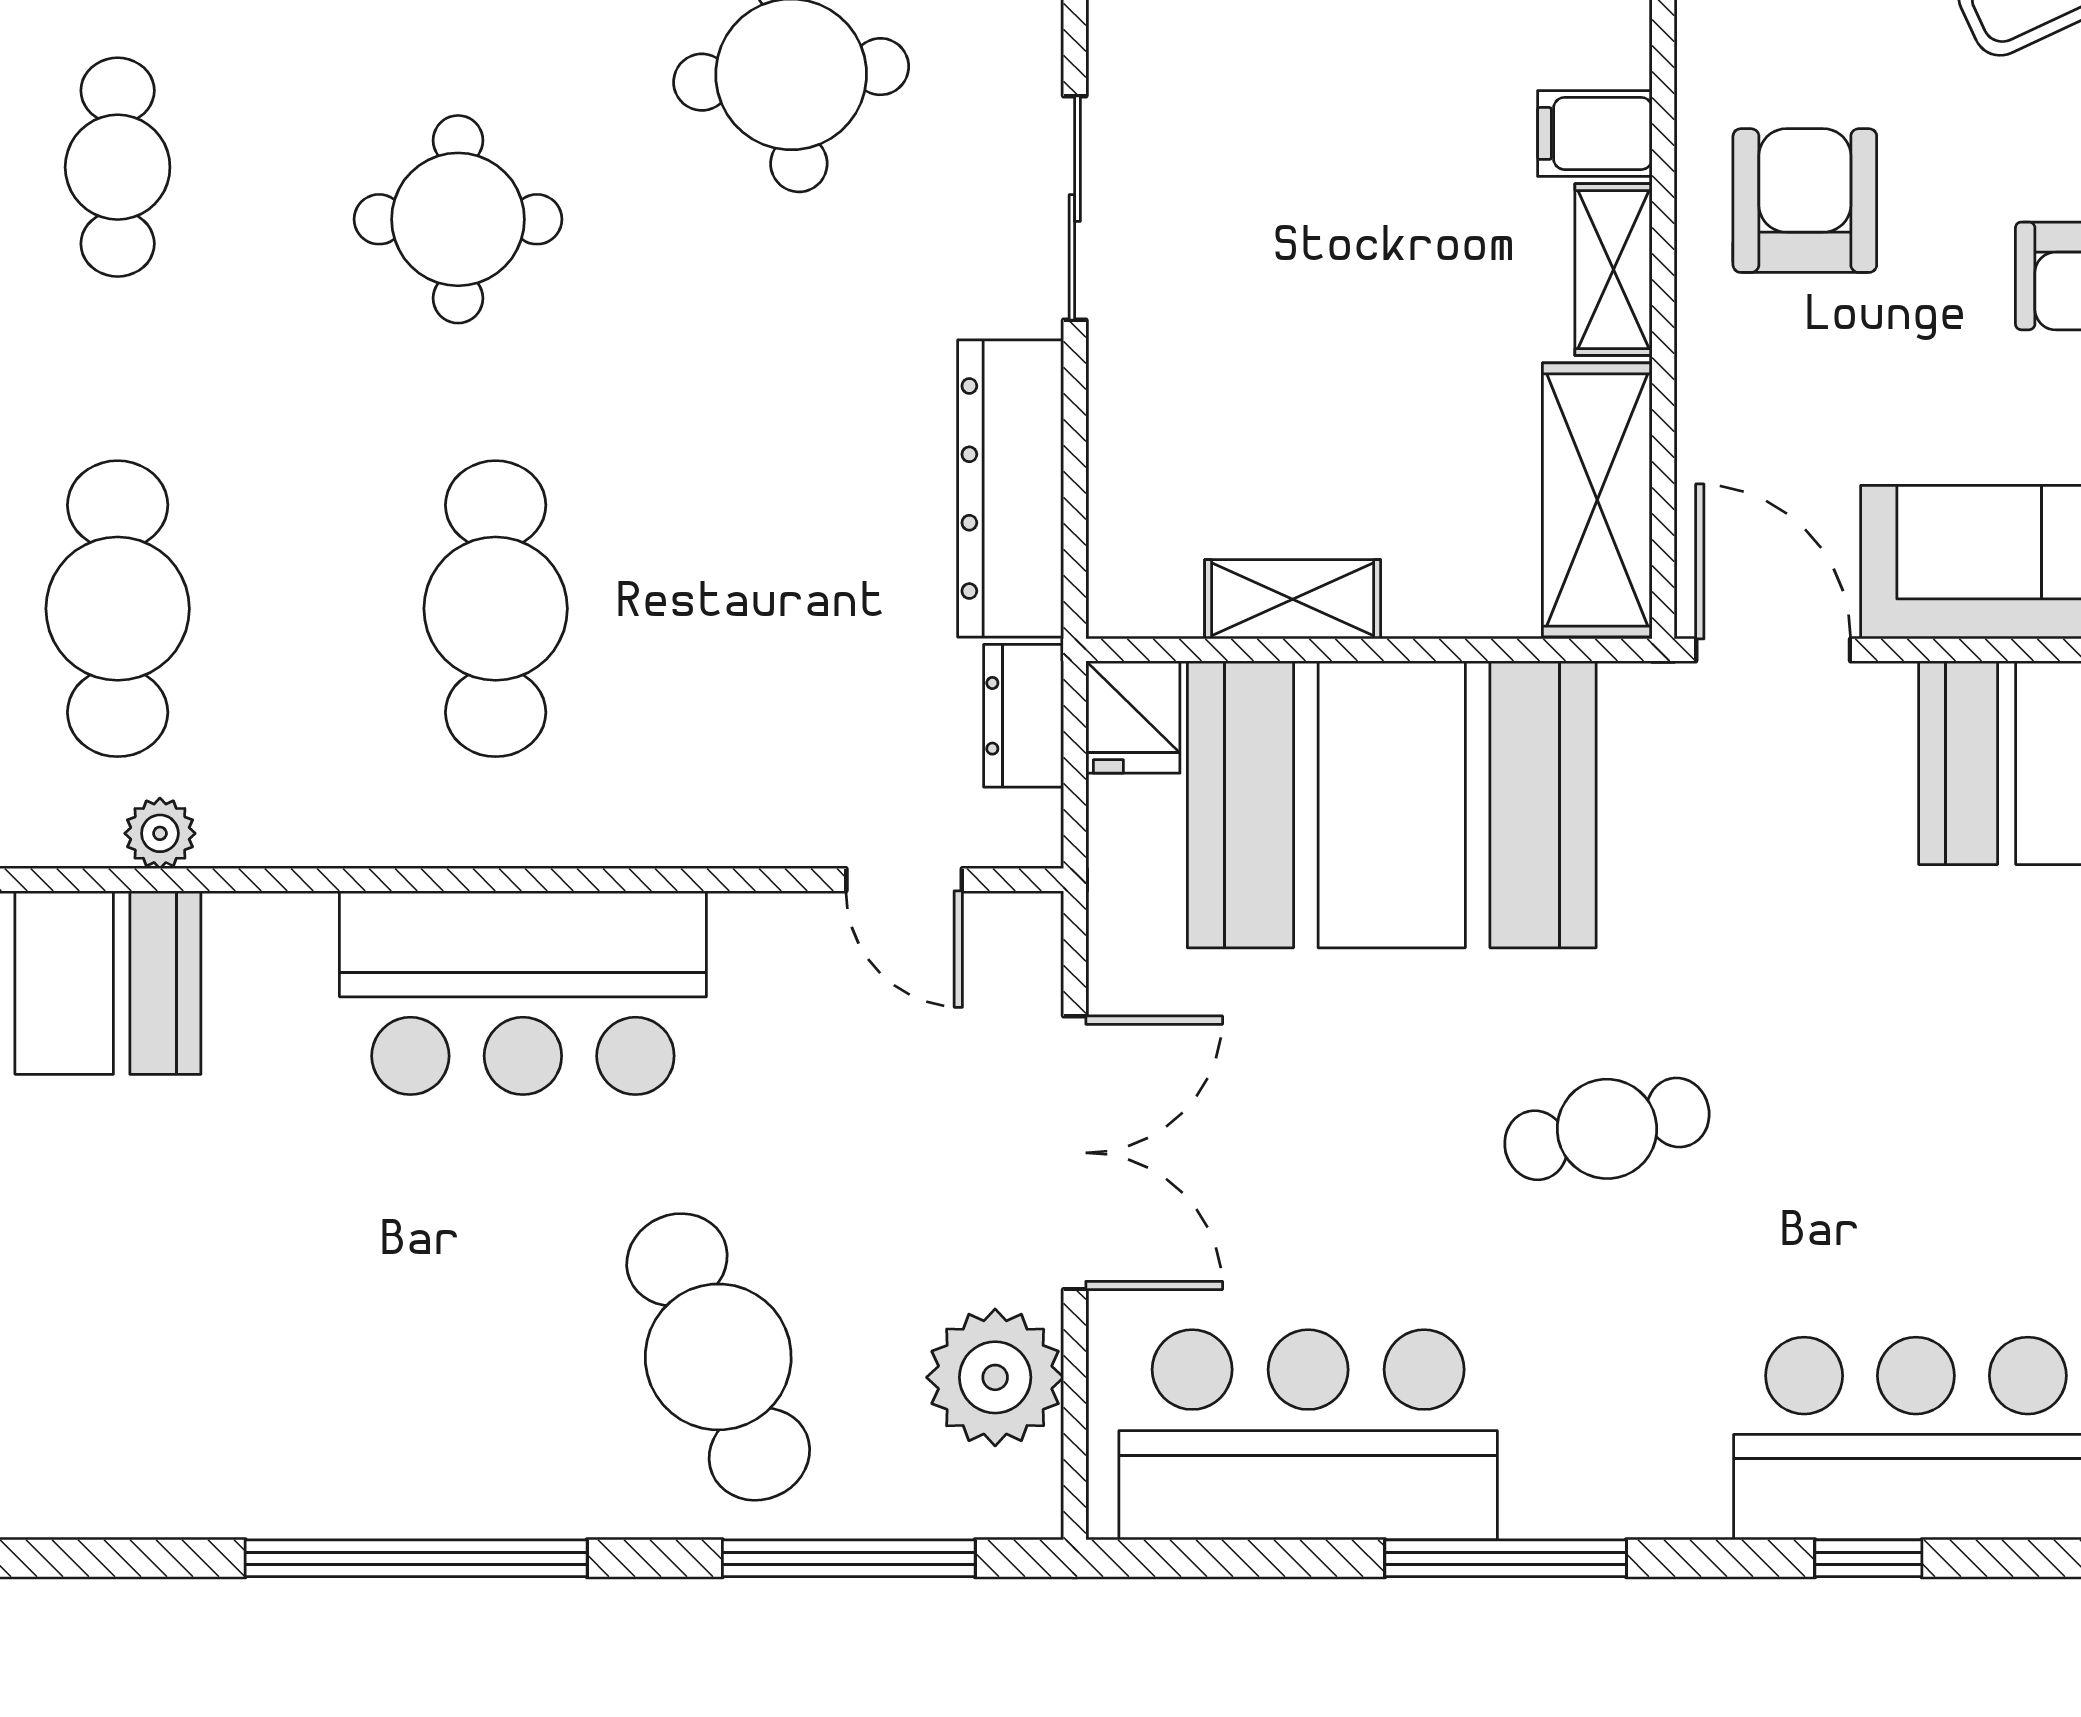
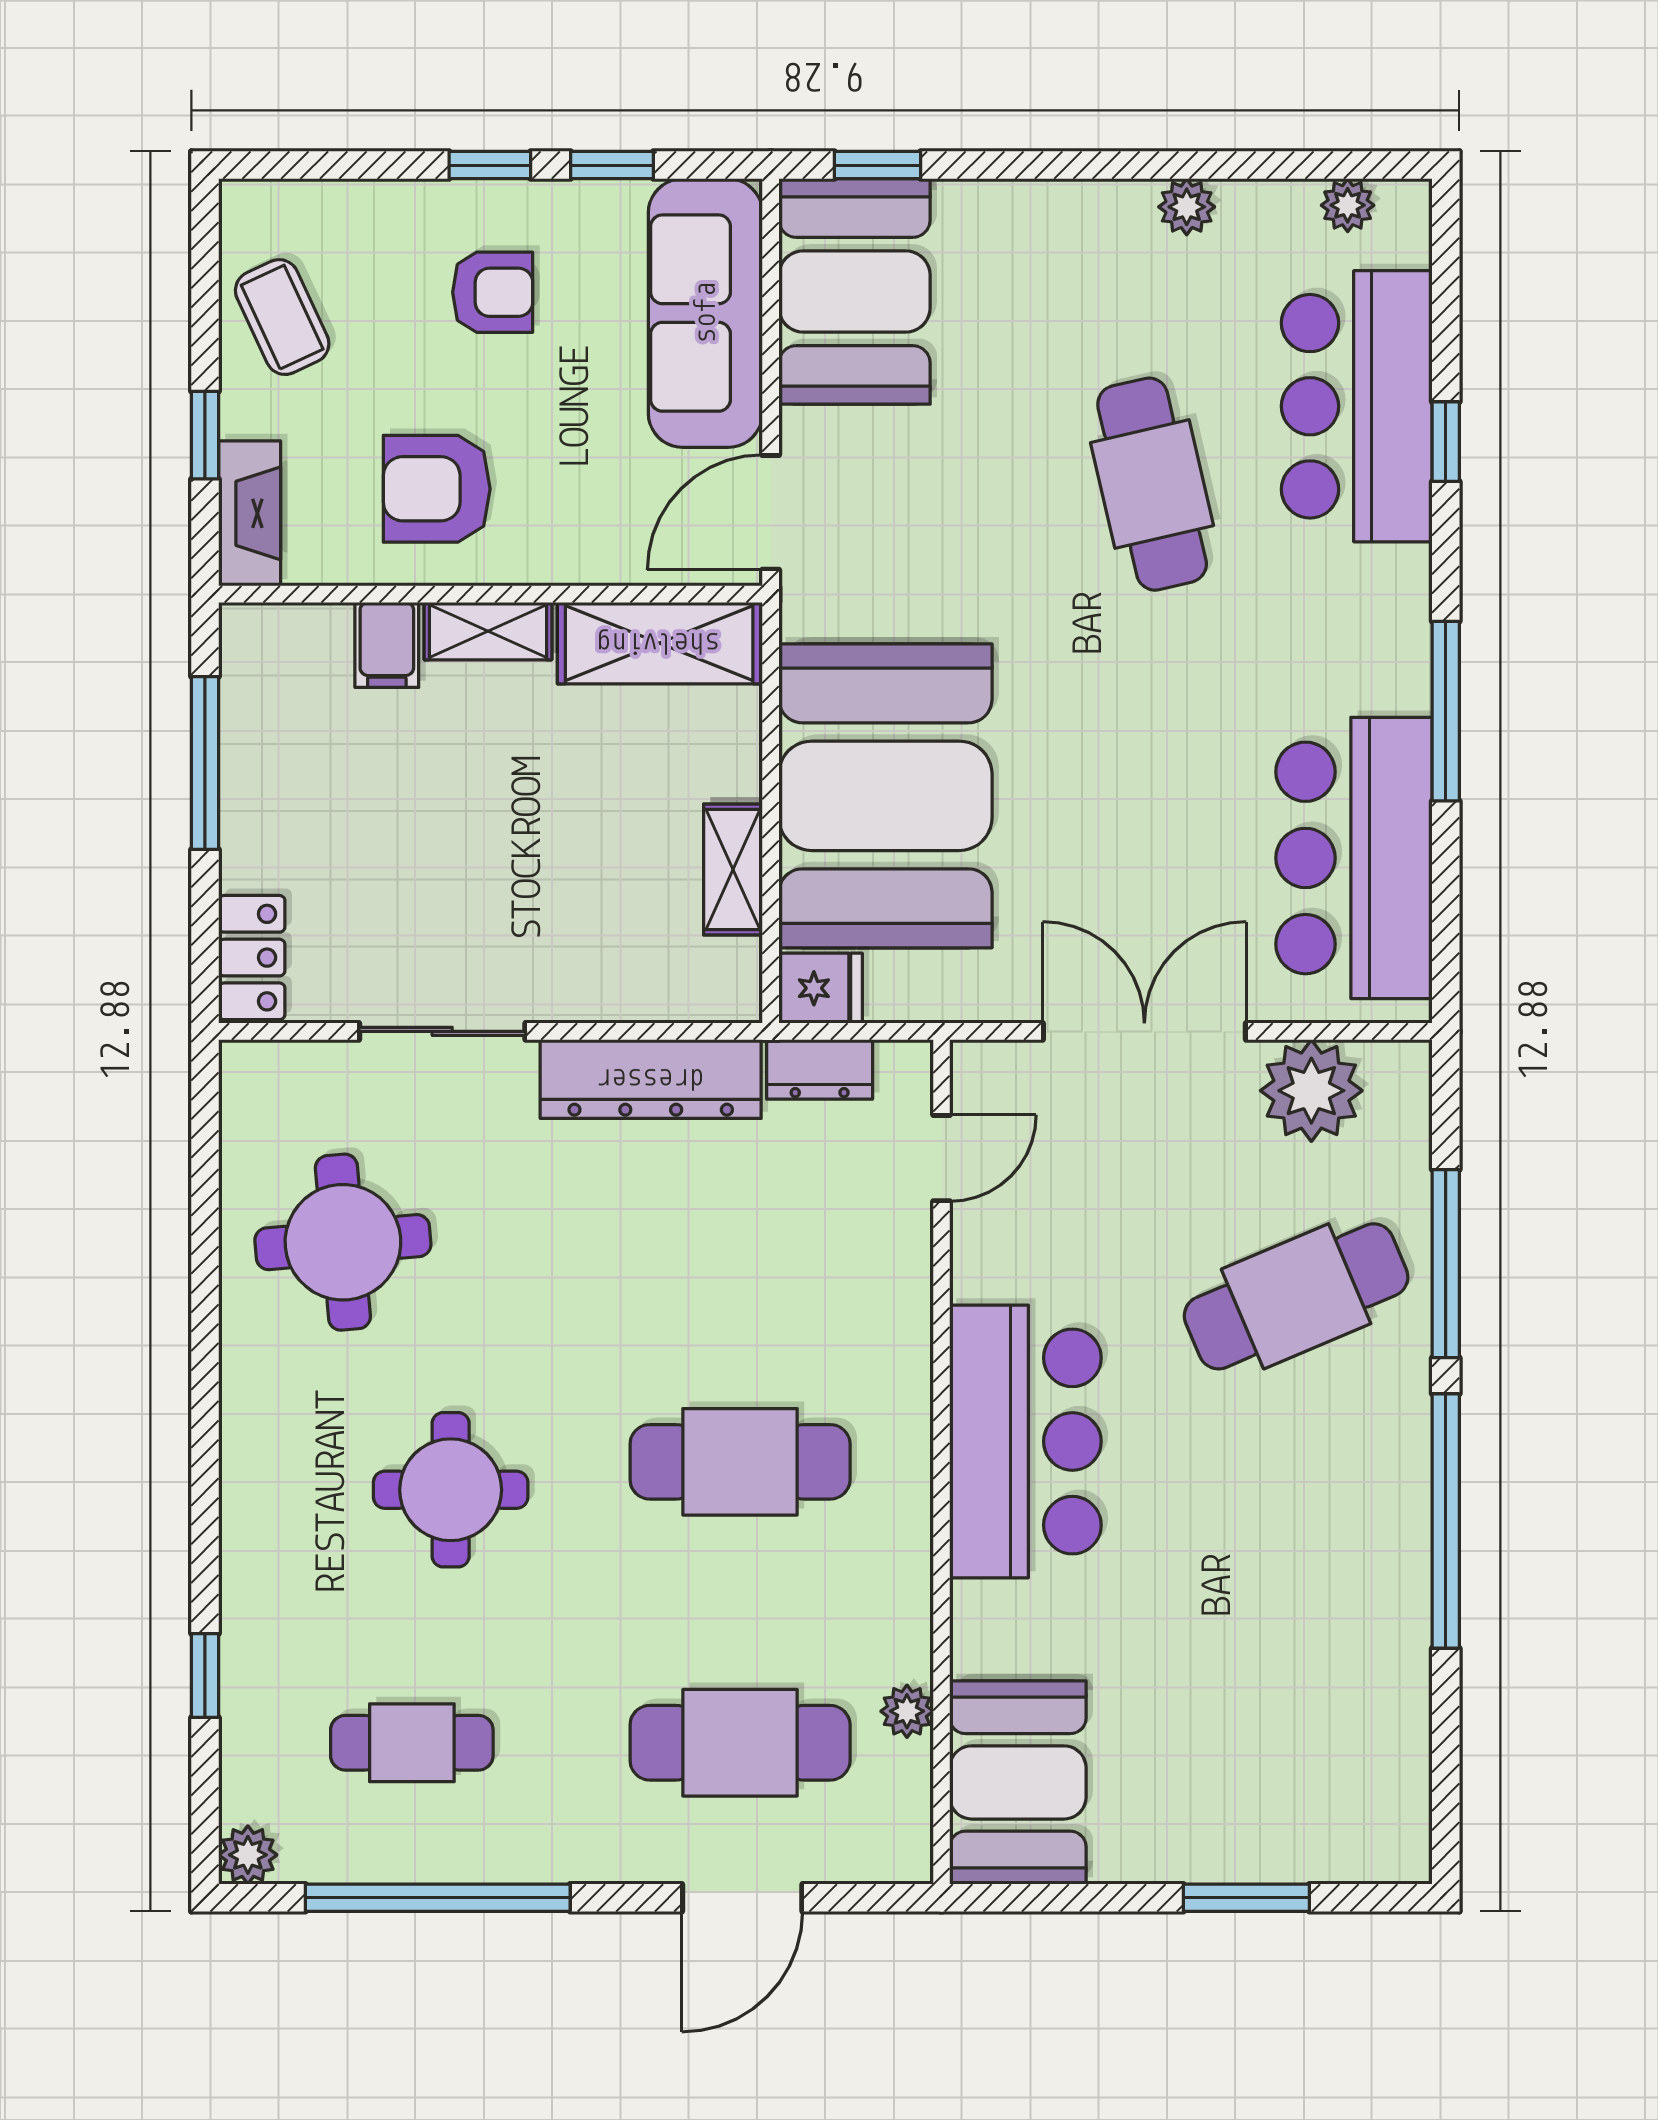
cafe table: (1607, 1129) -> (1152, 484), moved, width x1.37, depth x1.35
window: (849, 1558) -> (1446, 1264), moved

